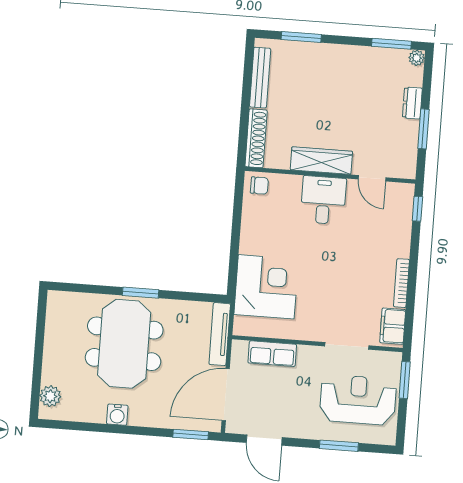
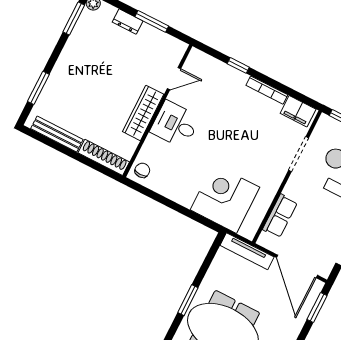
window: (417, 209) -> (238, 65), moved

